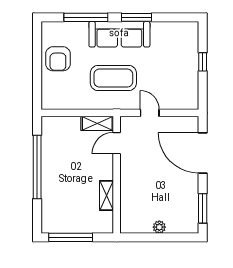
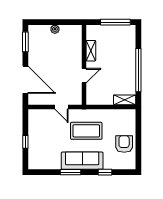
window: (86, 17) -> (105, 172), width x0.46
shelving: (97, 123) -> (125, 100), moved
door: (117, 143) -> (84, 76), moved

